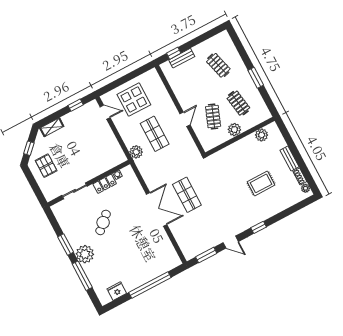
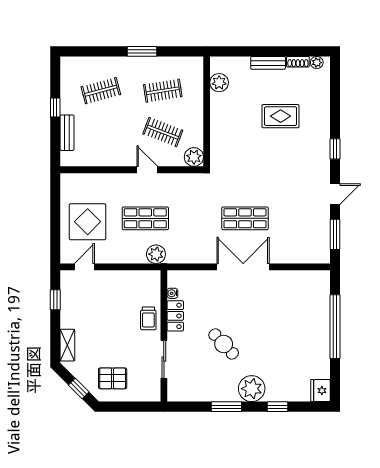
window: (174, 53) -> (55, 108), moved
plant: (234, 130) -> (194, 157), moved
trolley: (94, 168) -> (148, 318), added
rug: (261, 183) -> (281, 116), turned 90
window: (82, 276) -> (278, 407), width x0.46
fridge: (117, 291) -> (320, 391), moved

